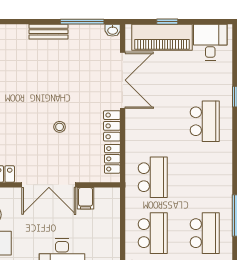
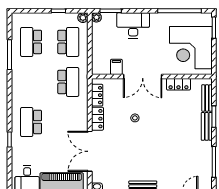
school desk: (153, 177) -> (68, 82), turned 180
double door: (49, 185) -> (143, 76), swing flipped
school desk: (153, 233) -> (68, 42), turned 180

